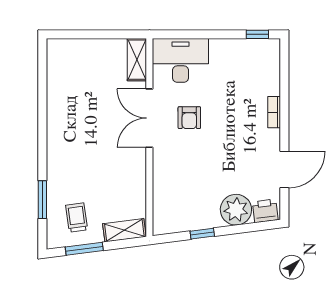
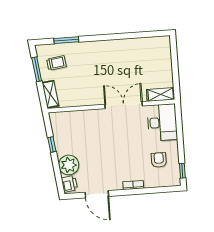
armchair: (189, 118) -> (159, 160), moved, turned 90

